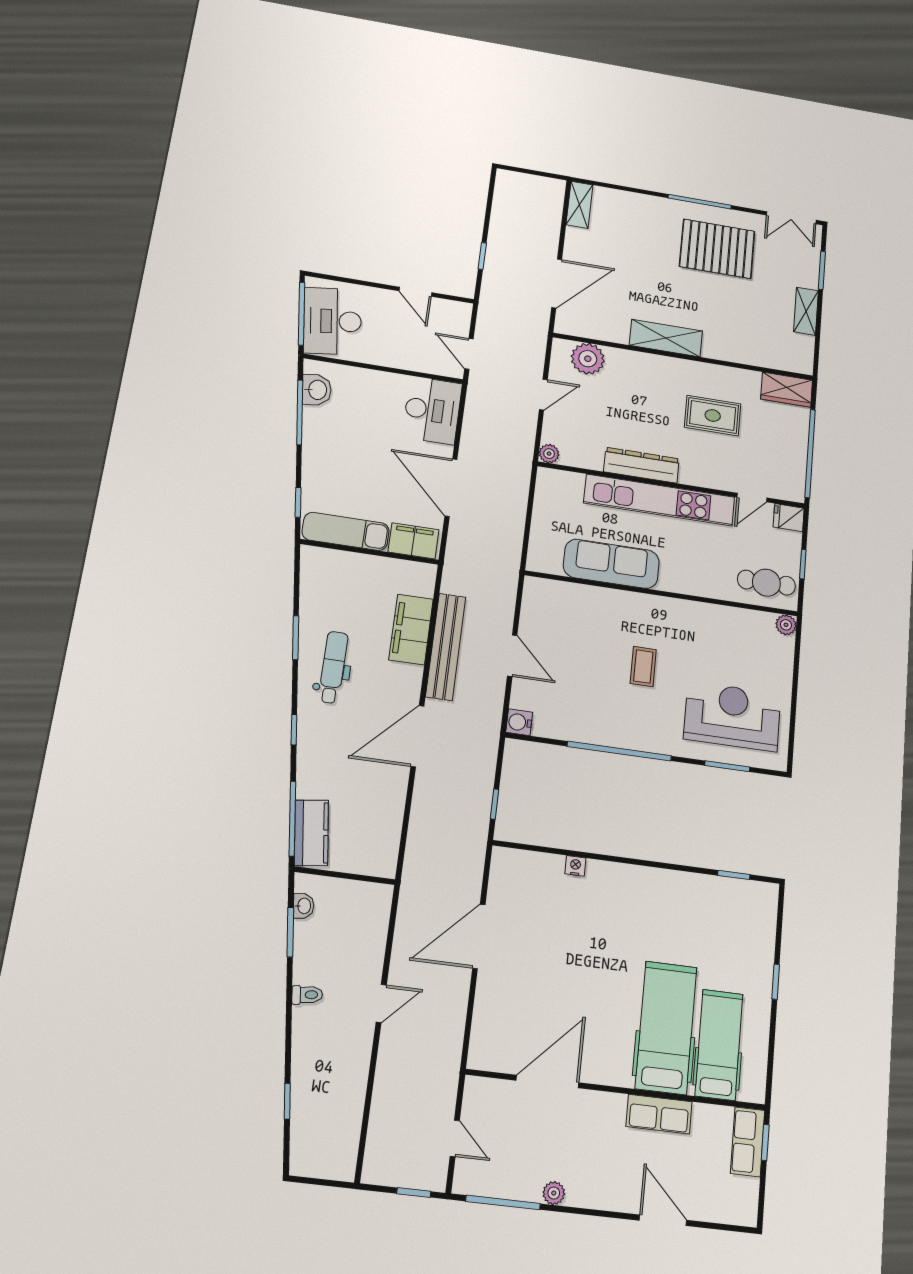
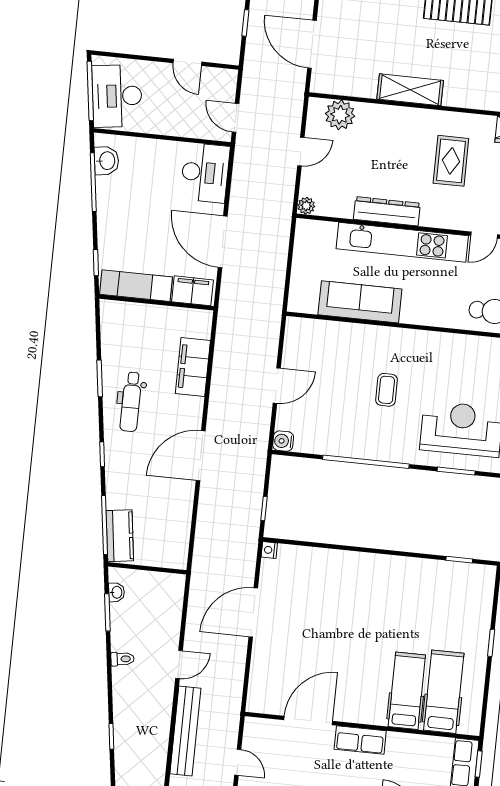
door: (557, 283) -> (312, 44), swing flipped
rug: (713, 416) -> (451, 161), turned 90
bench: (446, 647) -> (185, 731), moved
door: (512, 656) -> (277, 386), hinge flipped
dental chair: (333, 667) -> (131, 402), turned 180
nightstand: (575, 866) -> (269, 550), moved, turned -90
hospital bed: (666, 1028) -> (407, 691), width x0.73, depth x0.78
row of seats: (659, 1114) -> (360, 740), moved

